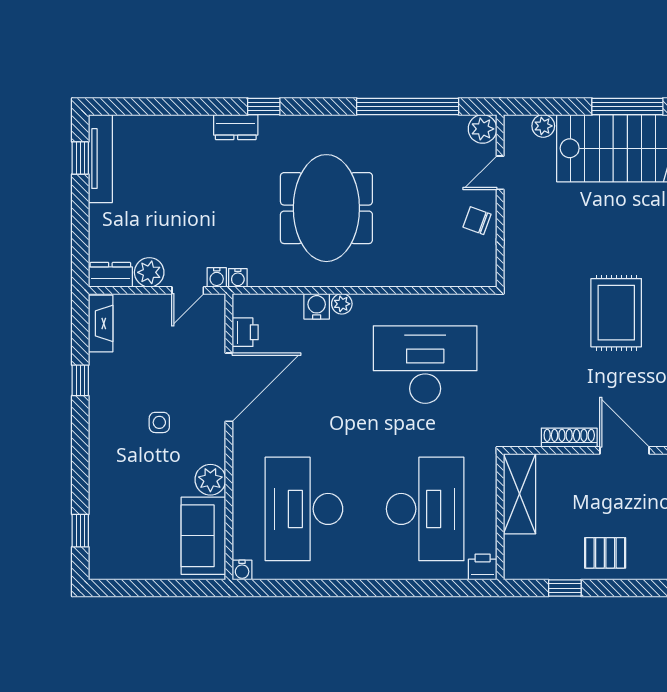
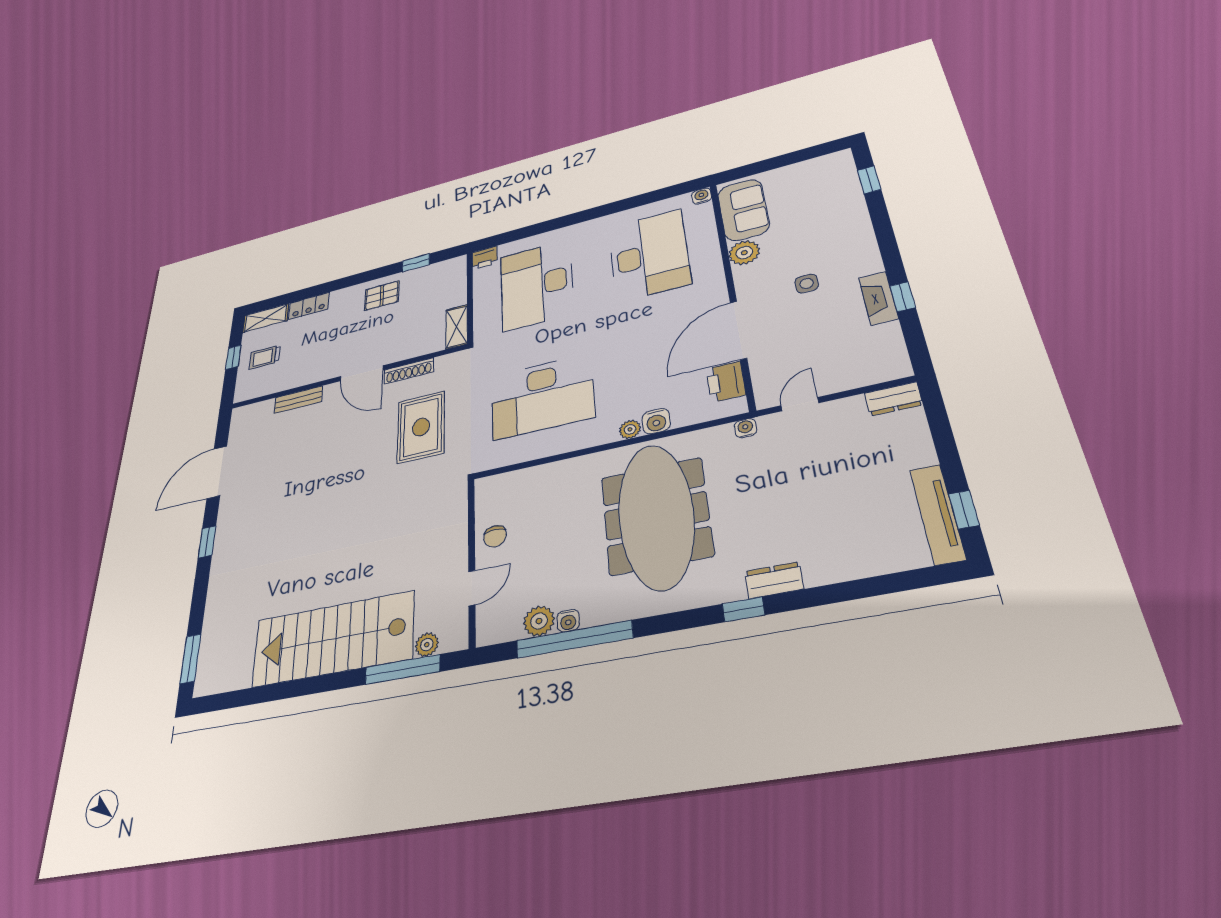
window: (627, 106) -> (403, 670), moved
plant: (483, 129) -> (539, 621), moved
meeting table: (326, 208) -> (656, 516), width x1.36
chair: (477, 221) -> (495, 536), turned 70
plant: (149, 272) -> (848, 411), removed
water cooler: (217, 277) -> (568, 621), moved, turned 180
rug: (616, 313) -> (421, 427), moved
fireplace: (101, 323) -> (878, 298), moved
printer: (245, 332) -> (726, 382), width x1.36, depth x1.24
shelving: (519, 494) -> (457, 327), width x0.67, depth x0.75

